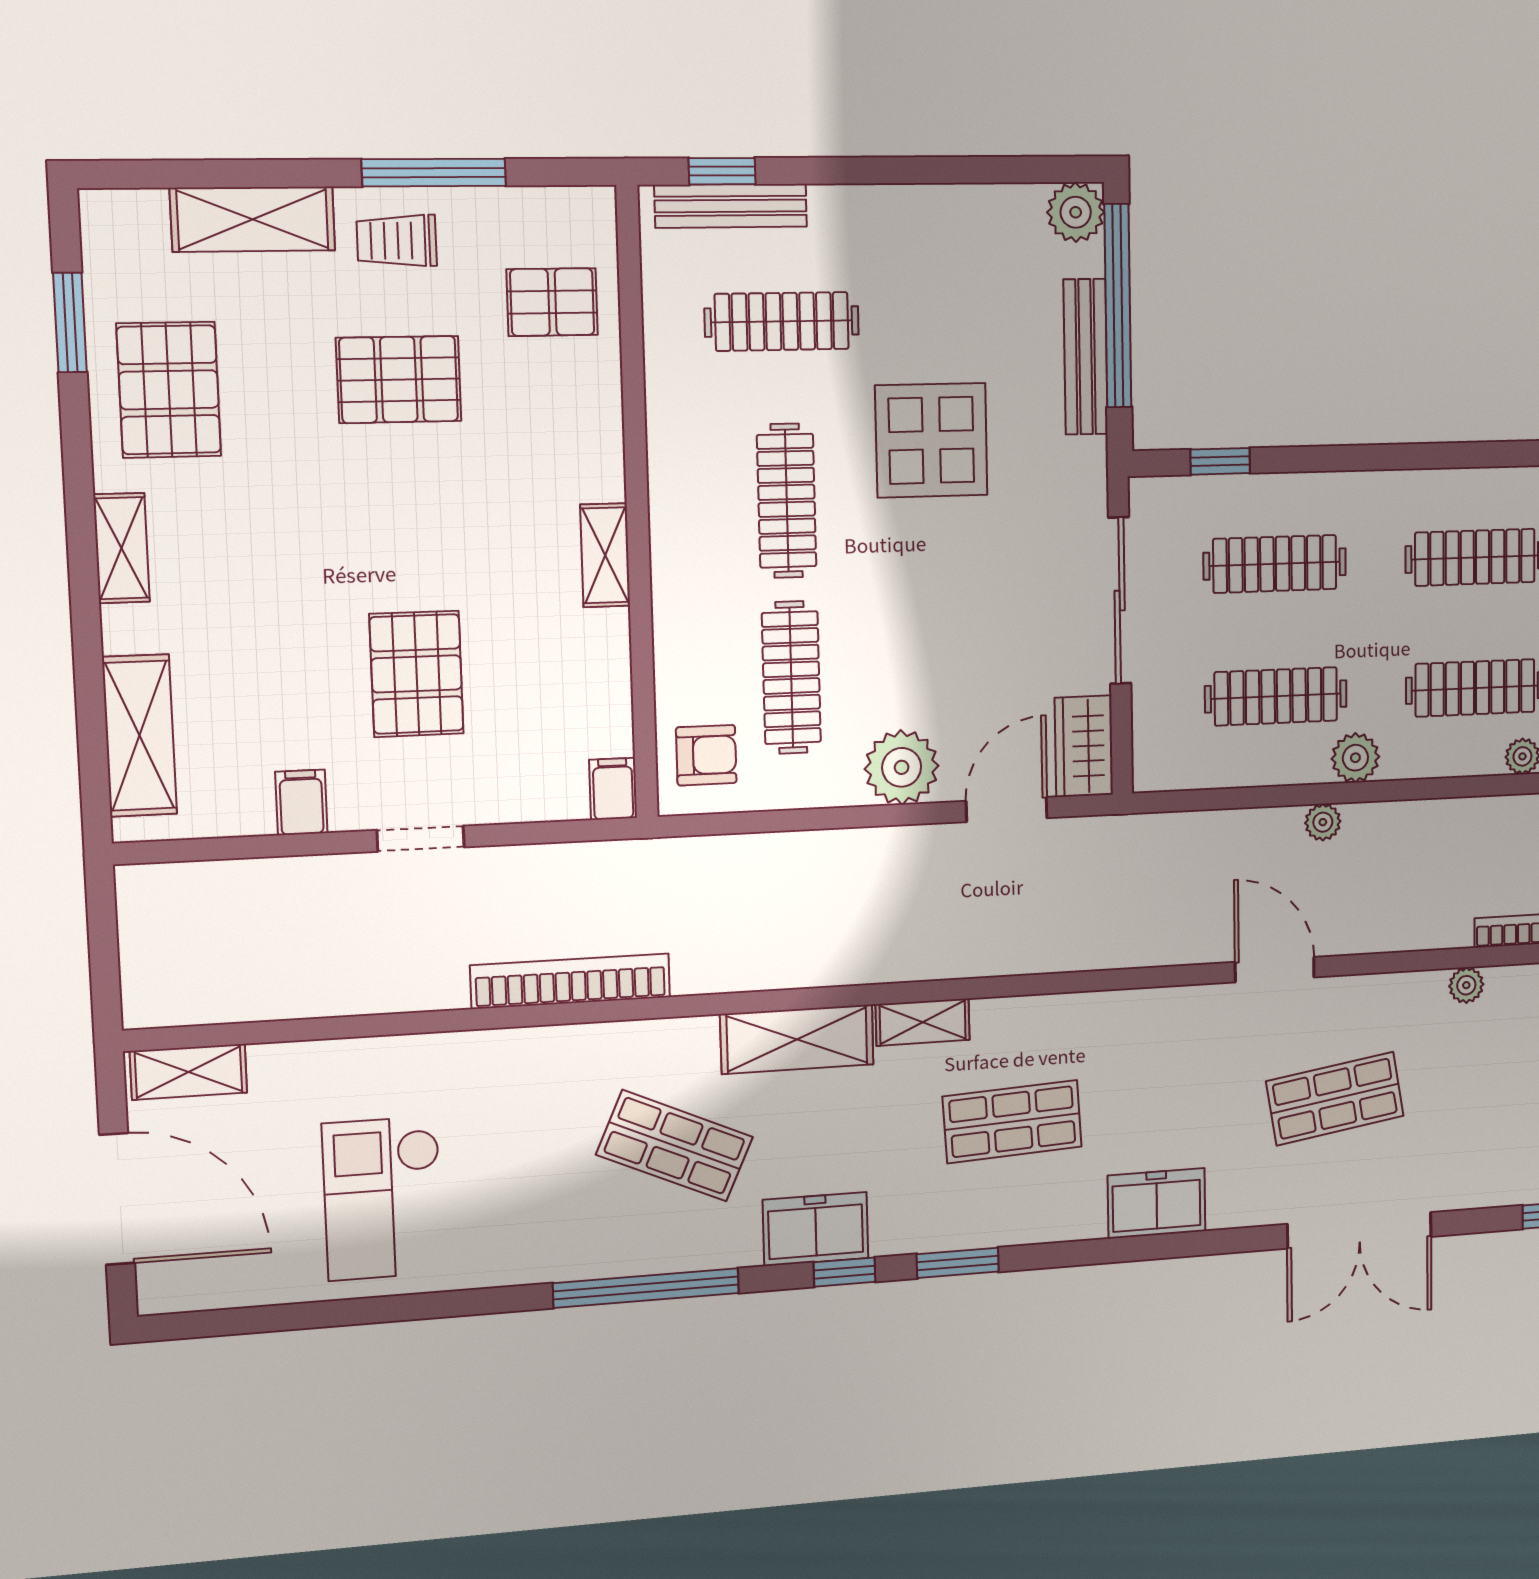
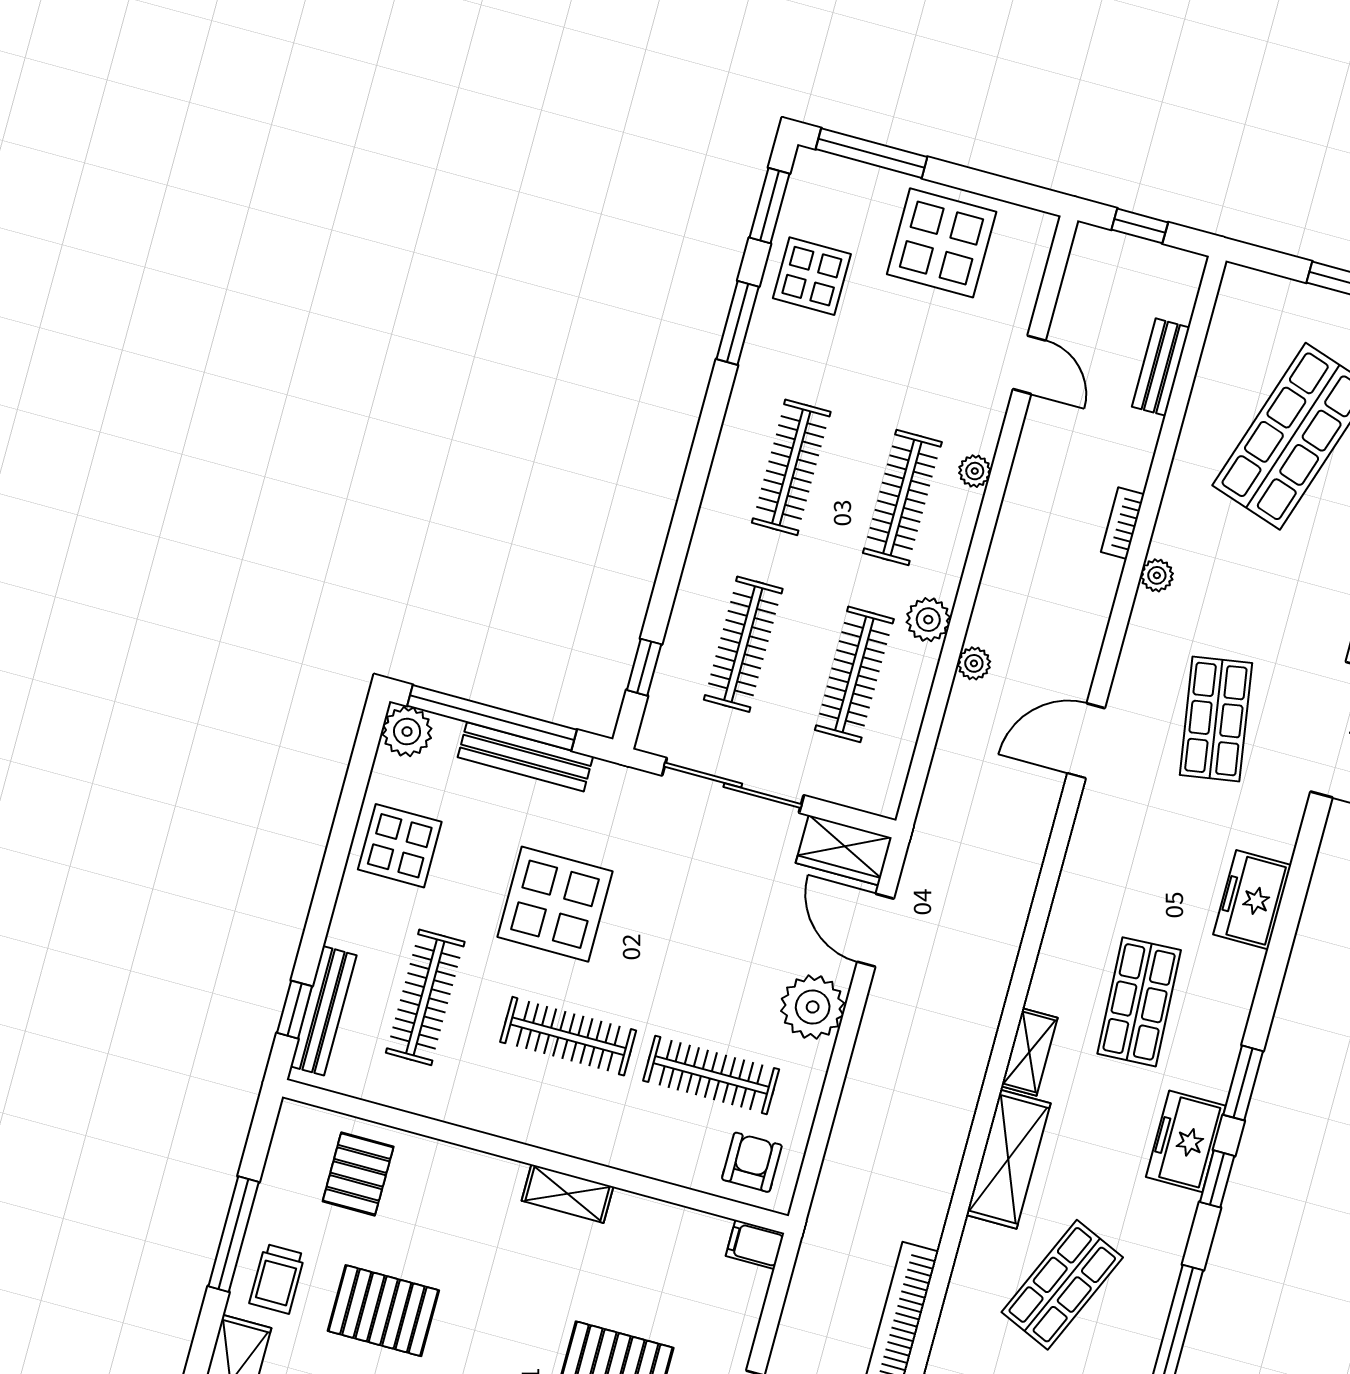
display table: (946, 241) -> (400, 846), added
pallet: (399, 380) -> (383, 1311), turned 90
freezer: (816, 1229) -> (1186, 1141), moved

